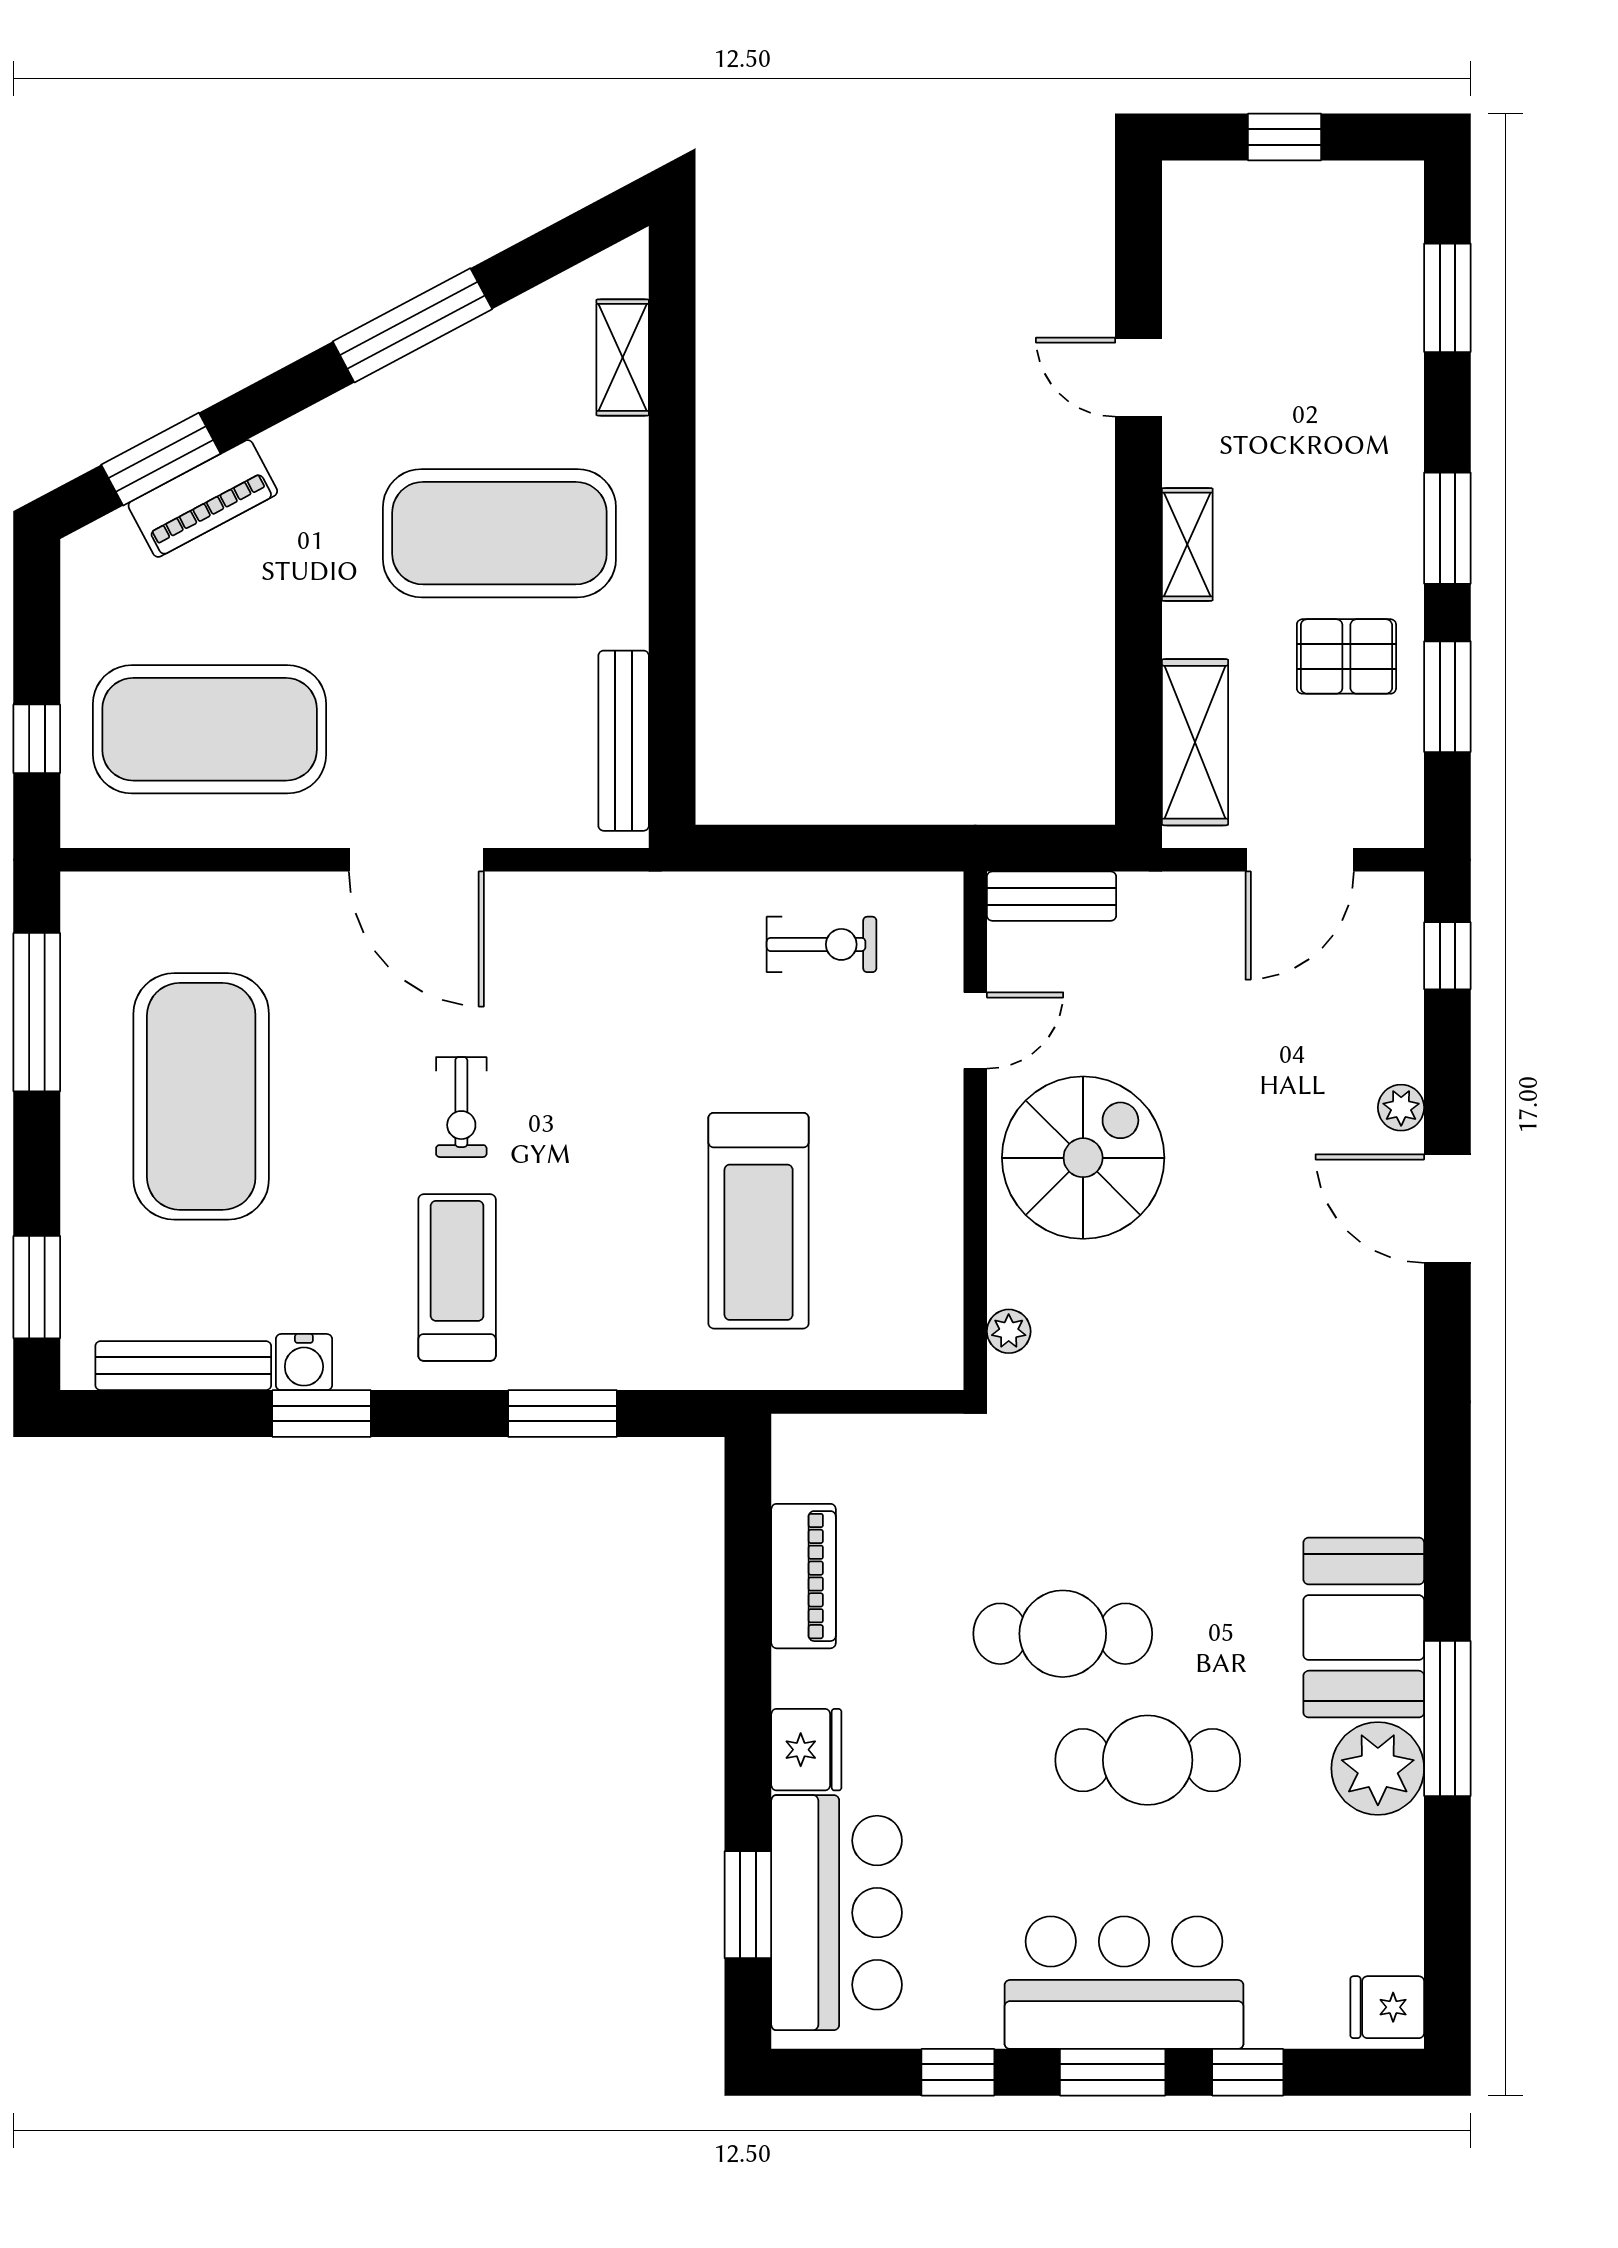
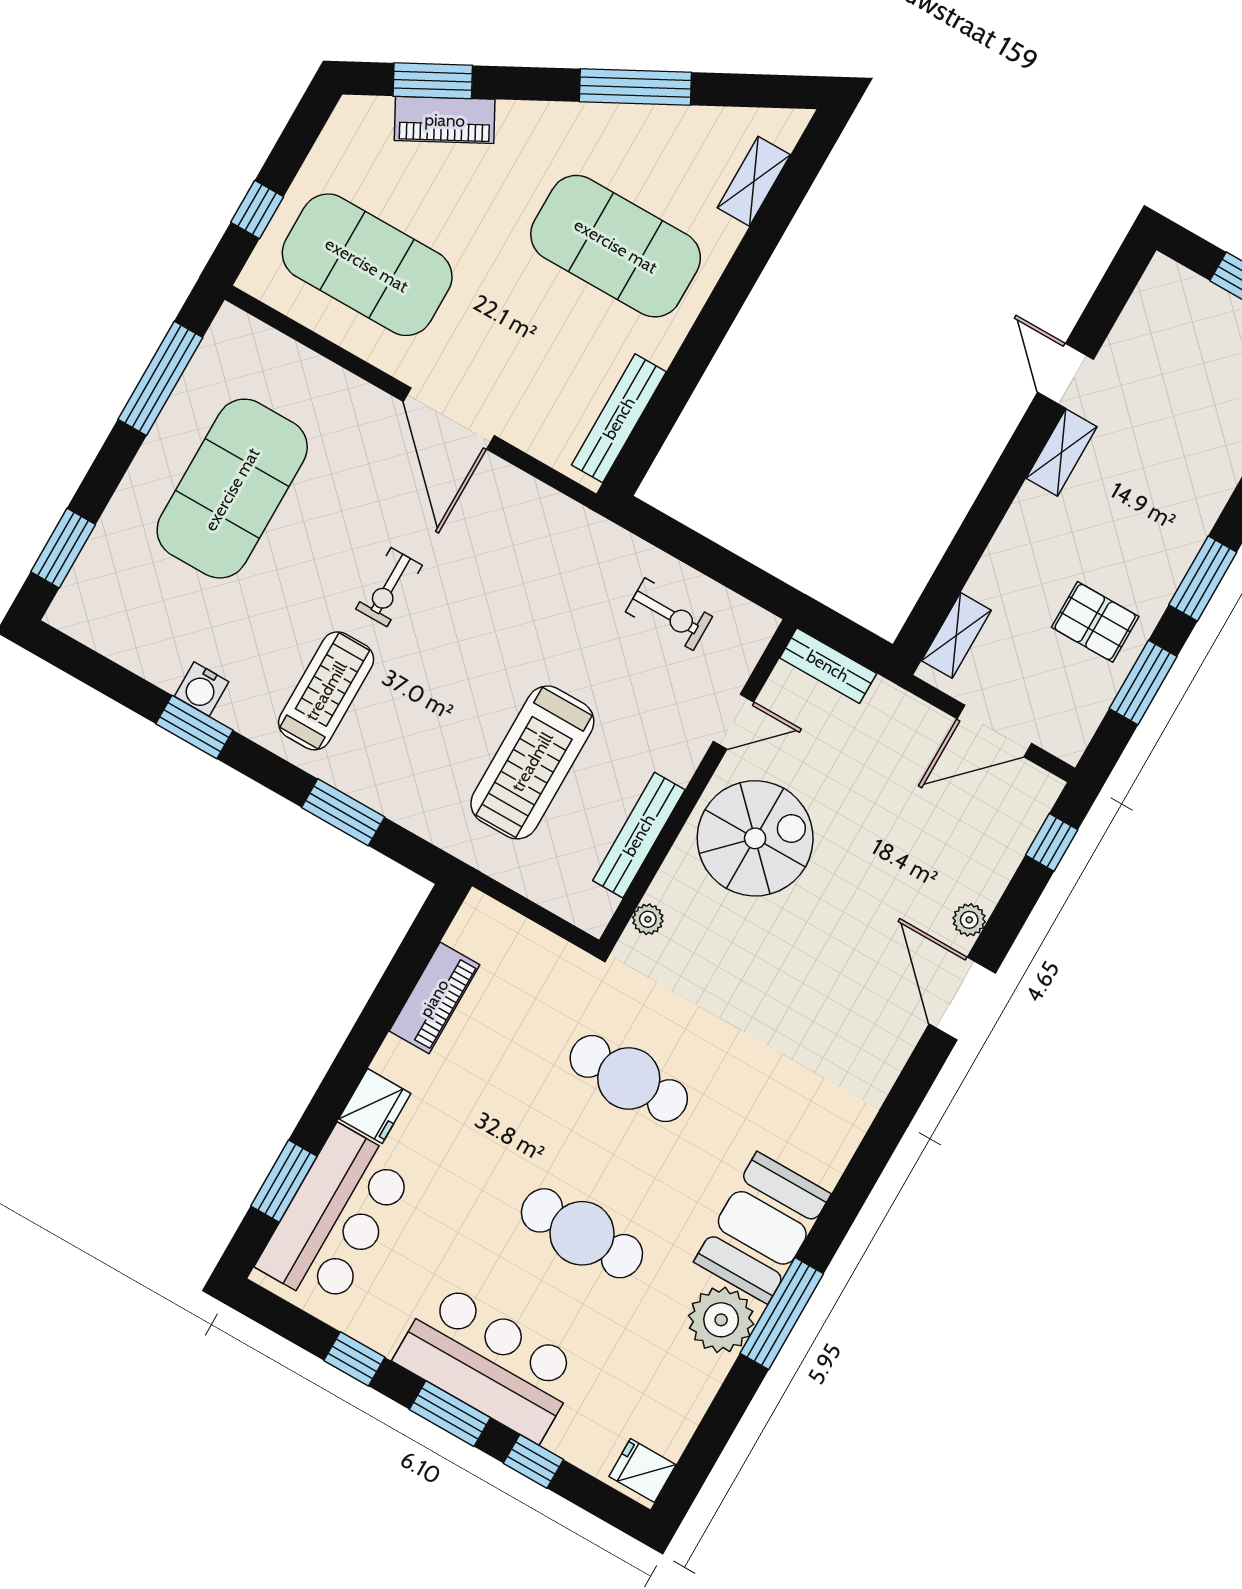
shelving: (1187, 544) -> (1062, 452), moved
shelving: (1195, 742) -> (956, 635), width x0.67, depth x0.75
bench: (183, 1366) -> (639, 835), moved, turned 90
cafe table: (1063, 1634) -> (629, 1078), moved

